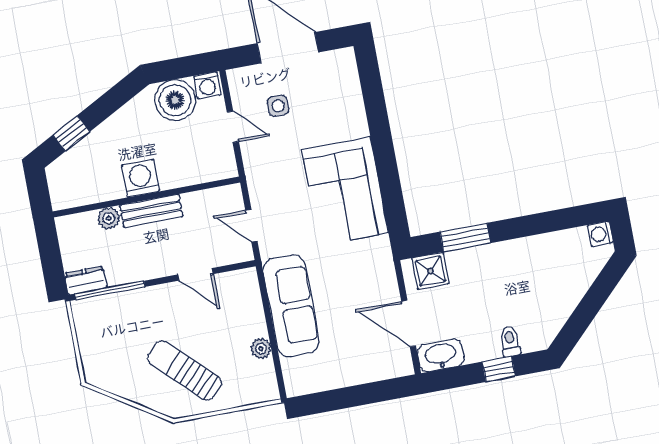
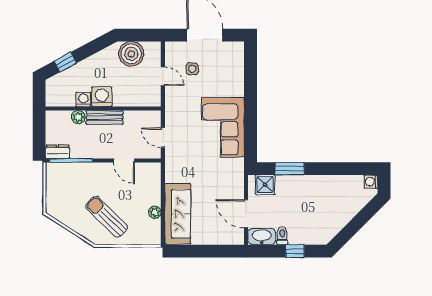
washing machine: (207, 85) -> (83, 99), moved, turned 180
sofa: (291, 306) -> (178, 214), moved
toilet: (510, 341) -> (282, 236), moved

